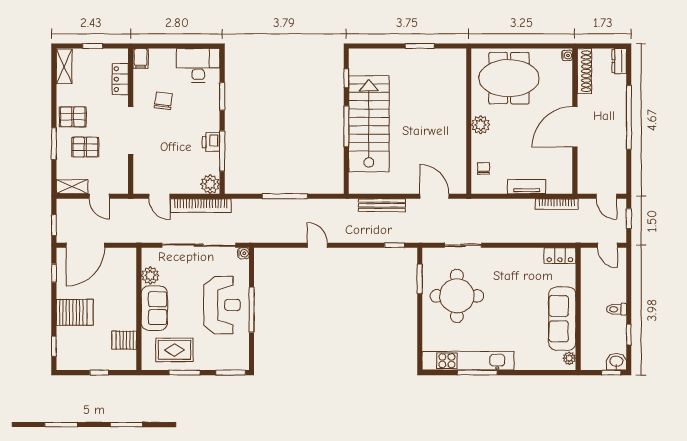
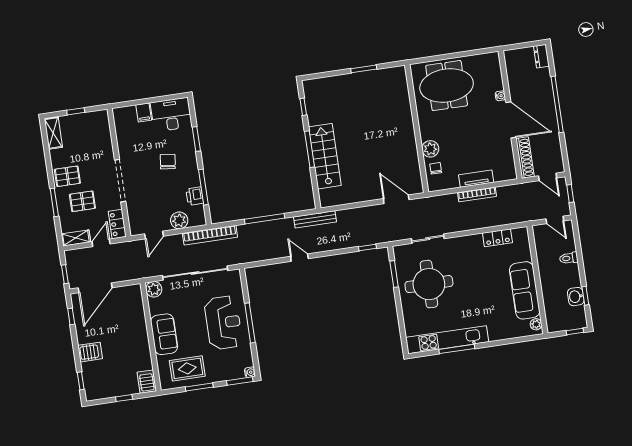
water cooler: (567, 55) -> (500, 96), moved
filing cabinet: (141, 58) -> (144, 112), moved
shoe rack: (584, 71) -> (525, 158), moved
locker: (120, 79) -> (117, 224), moved
chair: (163, 101) -> (168, 162), moved
stairs: (369, 124) -> (325, 156), width x0.73, depth x0.66
plant: (481, 125) -> (430, 149), moved
door: (575, 127) -> (511, 120), swing flipped
printer: (211, 142) -> (195, 196), moved
plant: (210, 184) -> (179, 220), moved
door: (99, 196) -> (101, 243), swing flipped
door: (159, 196) -> (154, 235), hinge flipped
bookcase: (557, 204) -> (477, 194), moved
bench: (382, 205) -> (315, 219), moved
bookcase: (201, 206) -> (210, 235), moved
water cooler: (243, 253) -> (250, 372), moved
locker: (560, 256) -> (497, 238), moved
plant: (150, 275) -> (154, 289), moved
toilet: (616, 309) -> (569, 258), moved
server rack: (75, 312) -> (90, 352), width x0.73, depth x0.70
server rack: (124, 340) -> (147, 382), moved, turned 90
washbasin: (616, 362) -> (576, 297), moved, turned -90

